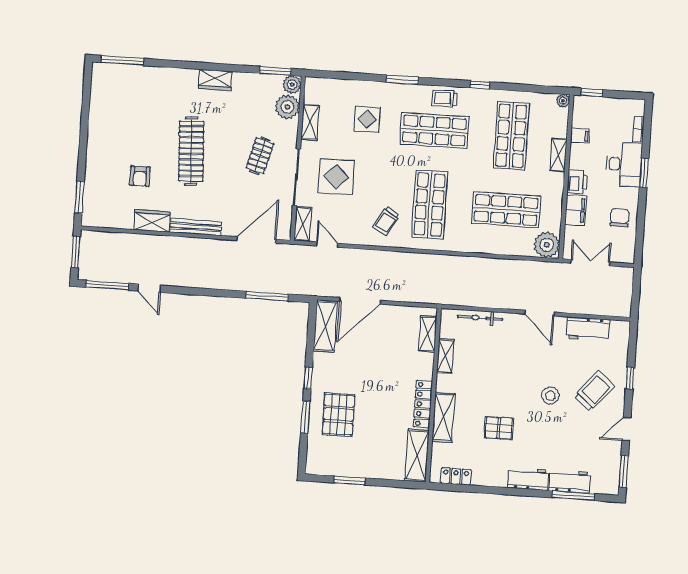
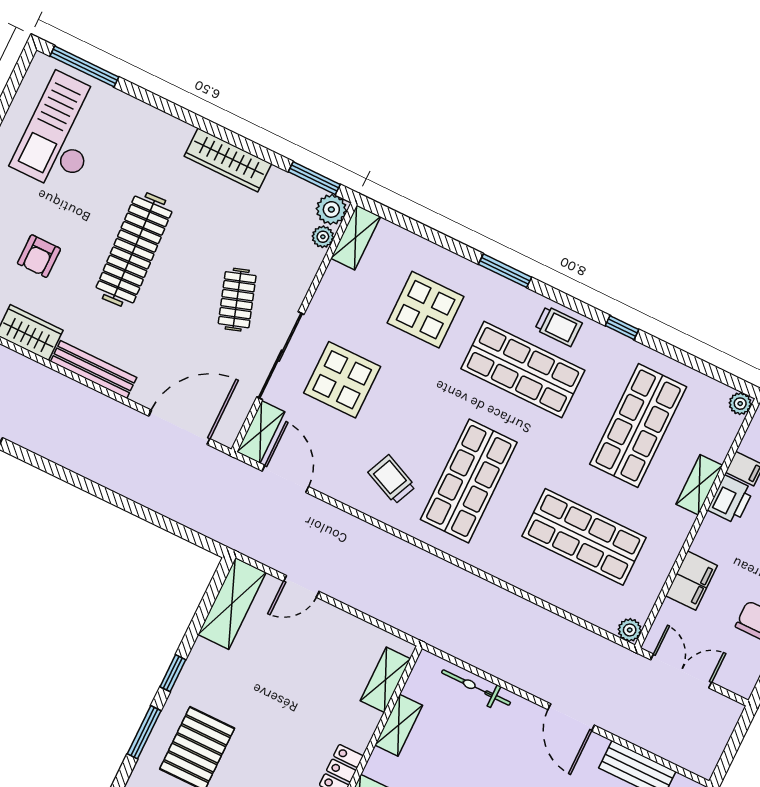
wardrobe: (215, 80) -> (228, 160), width x1.50
trolley: (445, 98) -> (558, 326), turned 180
checkout: (125, 102) -> (62, 132), added
plant: (287, 107) -> (323, 237), width x0.53, depth x0.53
display table: (367, 119) -> (426, 310), width x1.36, depth x1.36
shelving: (310, 122) -> (356, 238), moved
clothes rail: (260, 156) -> (237, 300), turned -33
printer: (577, 182) -> (731, 499), moved
trolley: (386, 221) -> (392, 479), turned 84
door: (327, 245) -> (285, 479), width x1.38
plant: (547, 245) -> (630, 630), width x0.53, depth x0.53
window: (267, 296) -> (161, 521), removed
door: (360, 301) -> (301, 586), width x0.53

